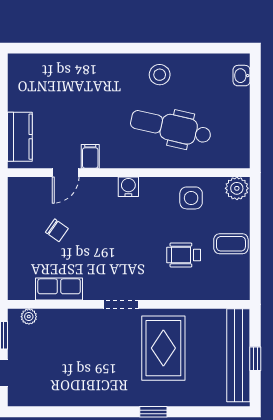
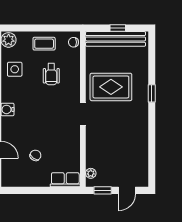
coffee table: (231, 244) -> (44, 44), turned 90
row of seats: (59, 289) -> (65, 180), moved, turned 90
chair: (233, 290) -> (73, 42), added

